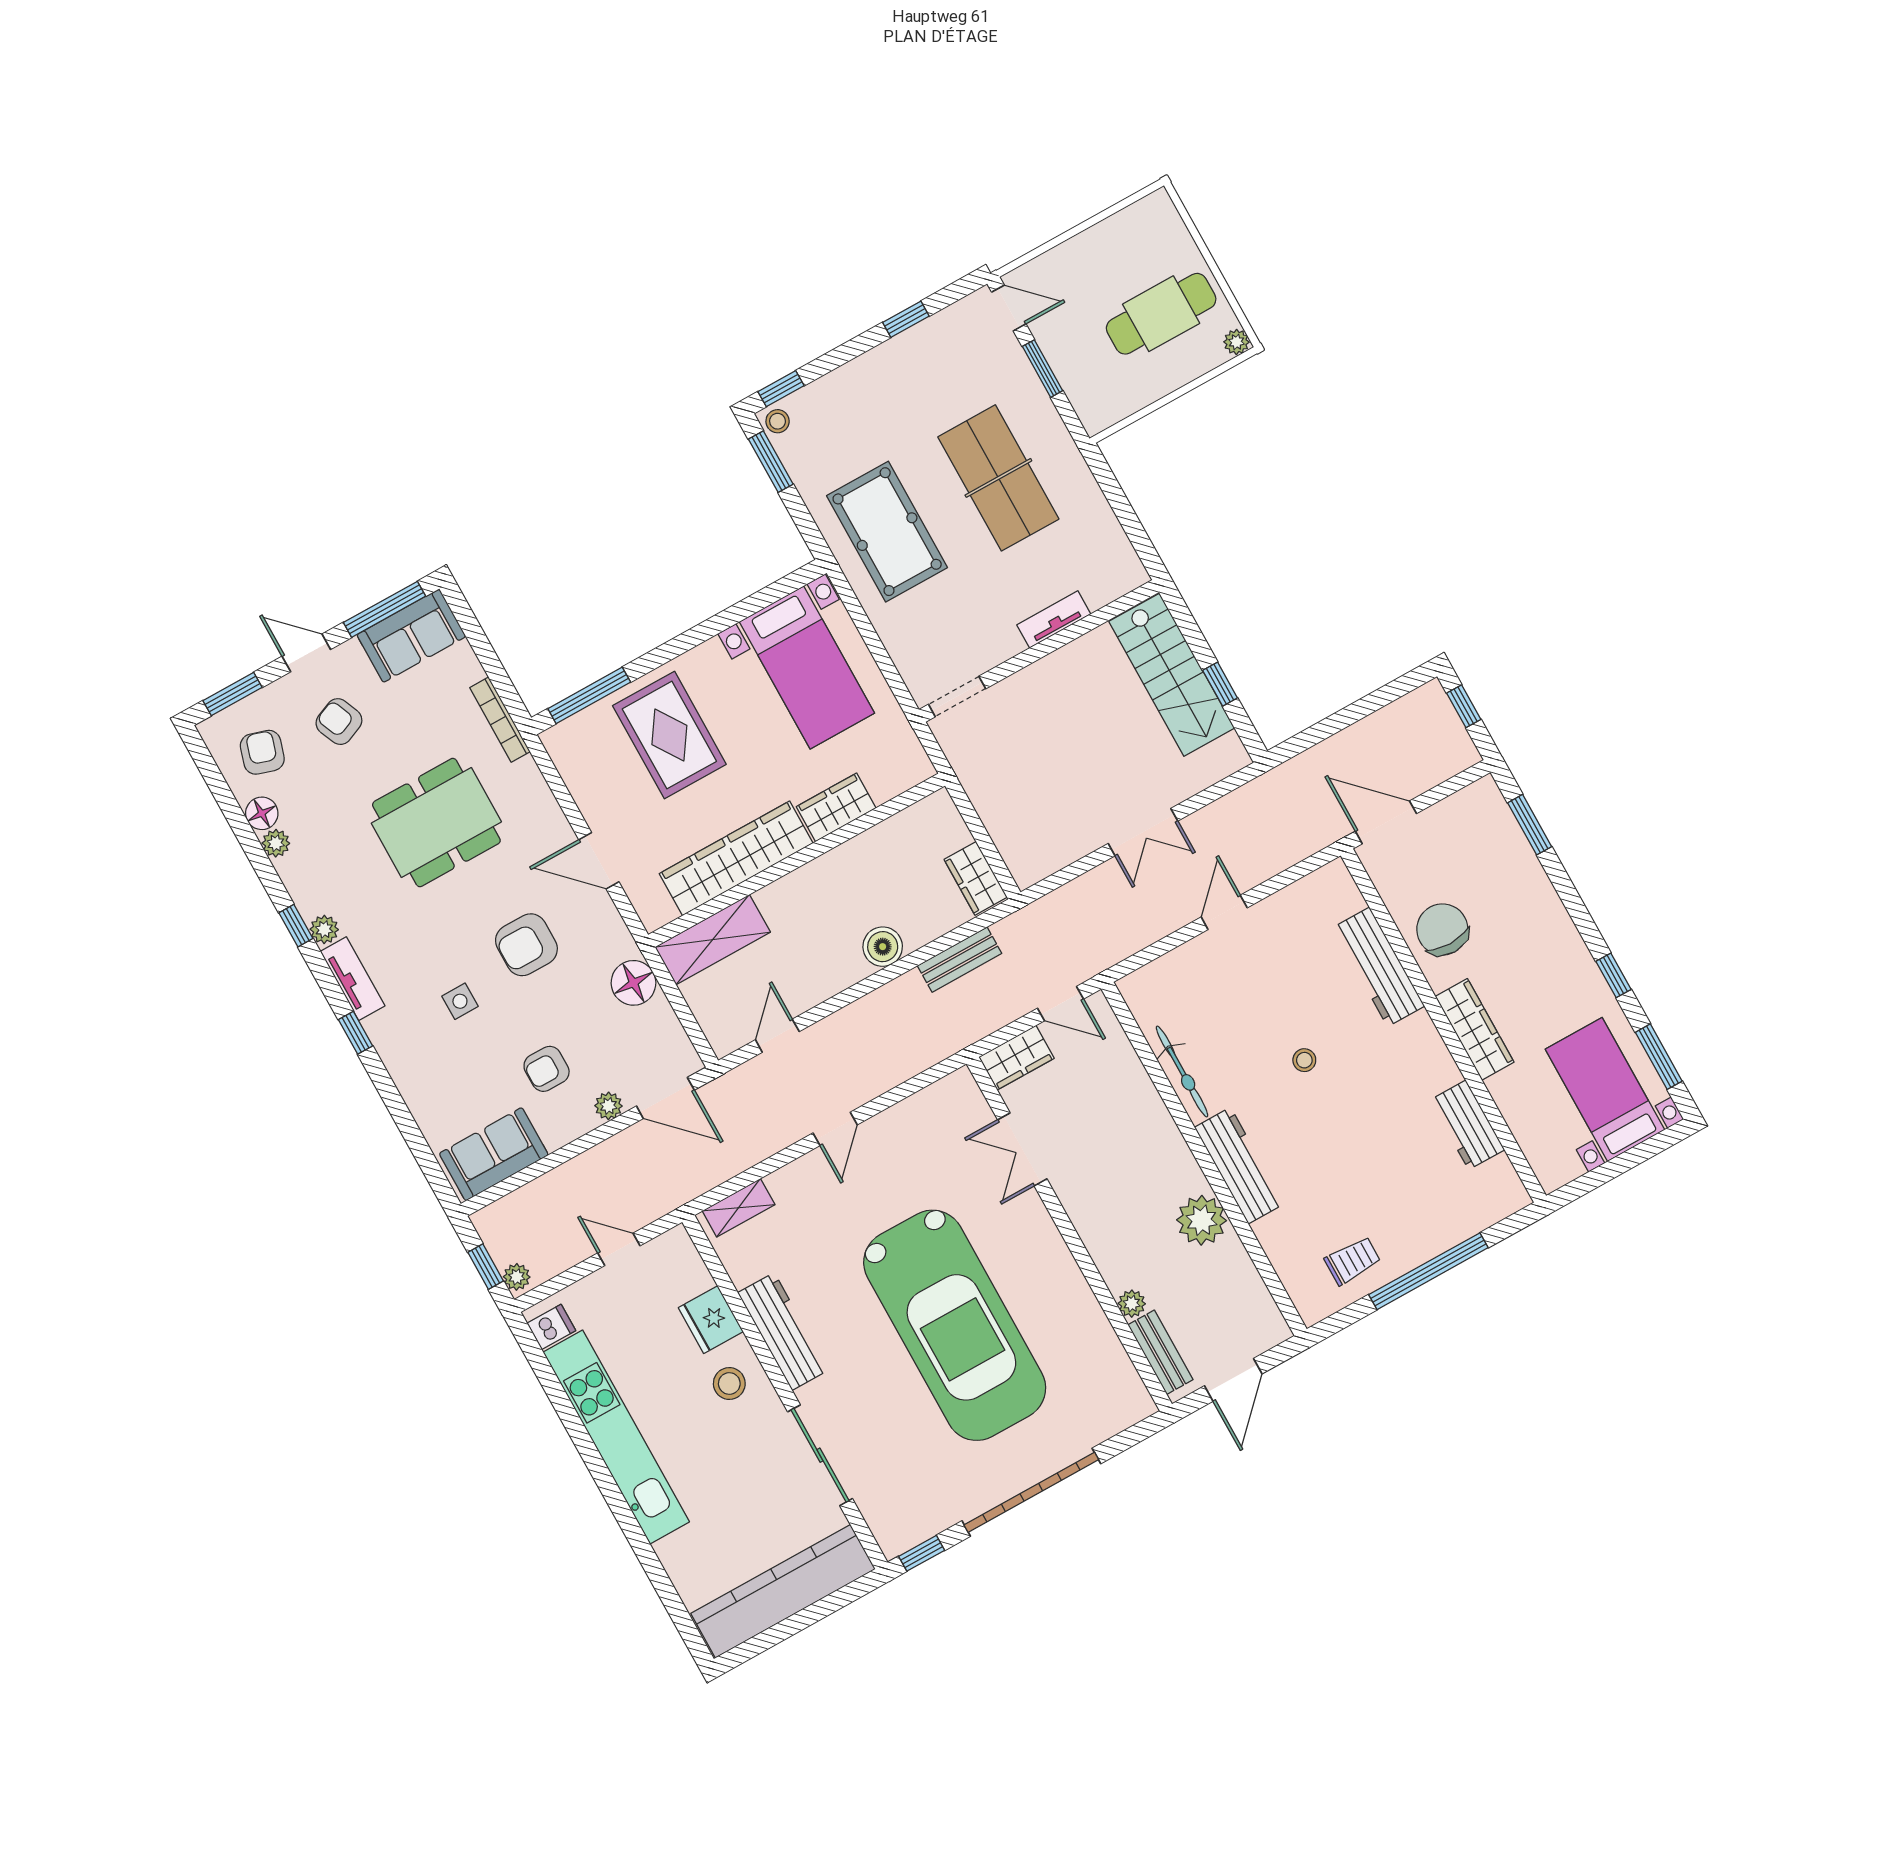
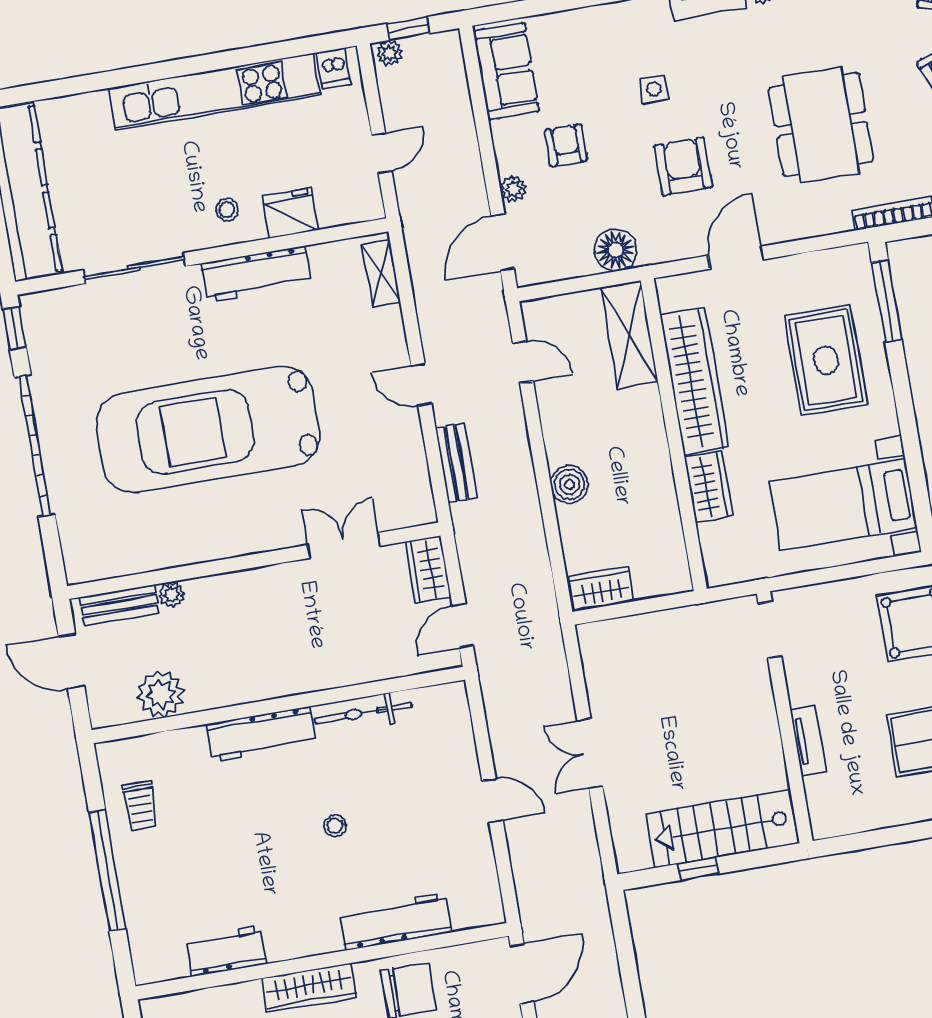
rug: (669, 735) -> (826, 360), turned 90
bench: (960, 960) -> (456, 463), moved
plant: (1202, 1220) -> (161, 694), moved
stool: (729, 1383) -> (227, 210), width x0.73, depth x0.73

